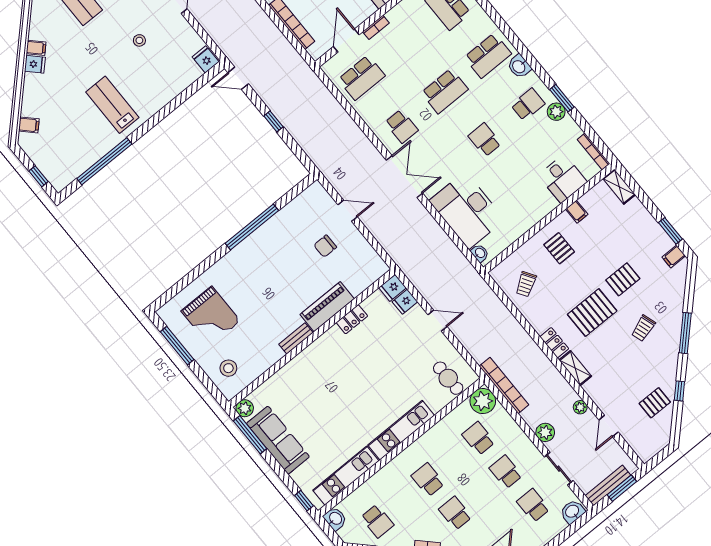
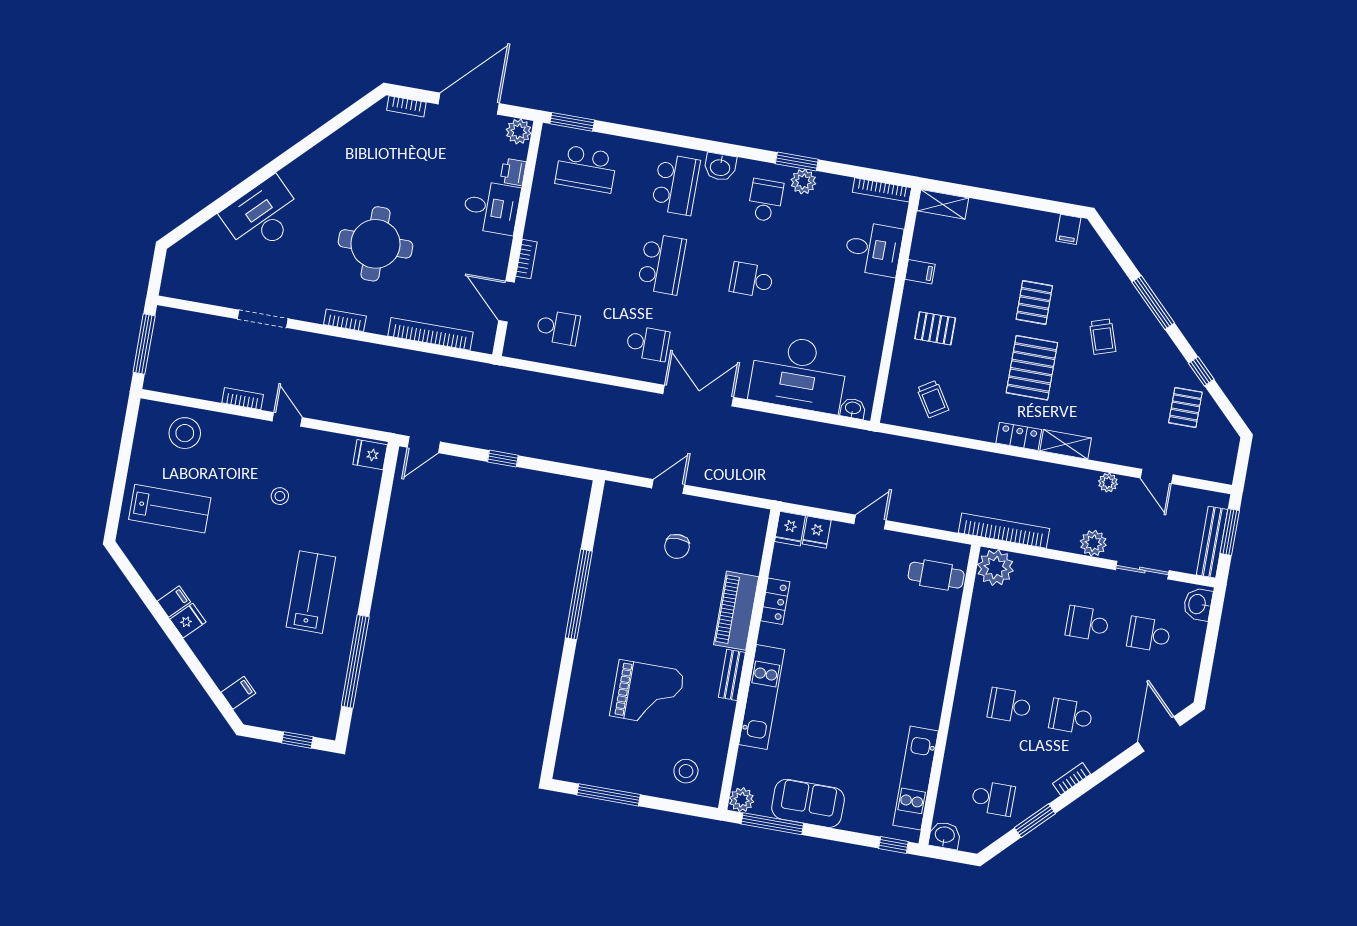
school desk: (361, 78) -> (558, 328), width x0.54
lab bench: (112, 105) -> (311, 592), turned 90
window: (670, 231) -> (1041, 204), removed
grand piano: (211, 316) -> (647, 693), moved
kitchen unit: (401, 430) -> (762, 697), moved, turned 180
school desk: (478, 438) -> (1026, 613), removed
sofa: (278, 440) -> (808, 803), width x0.73

